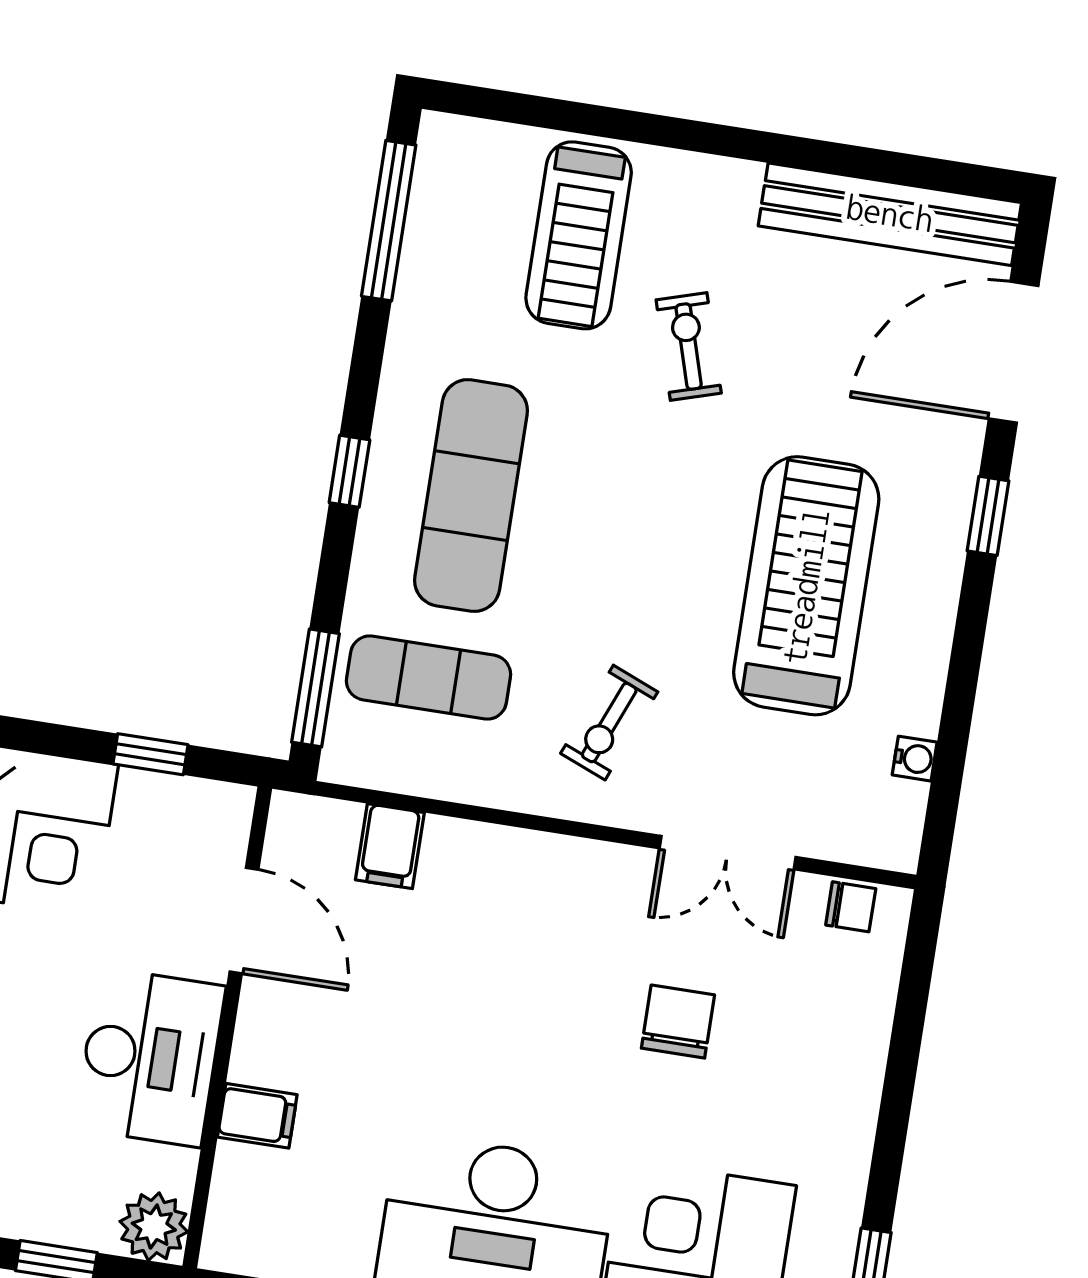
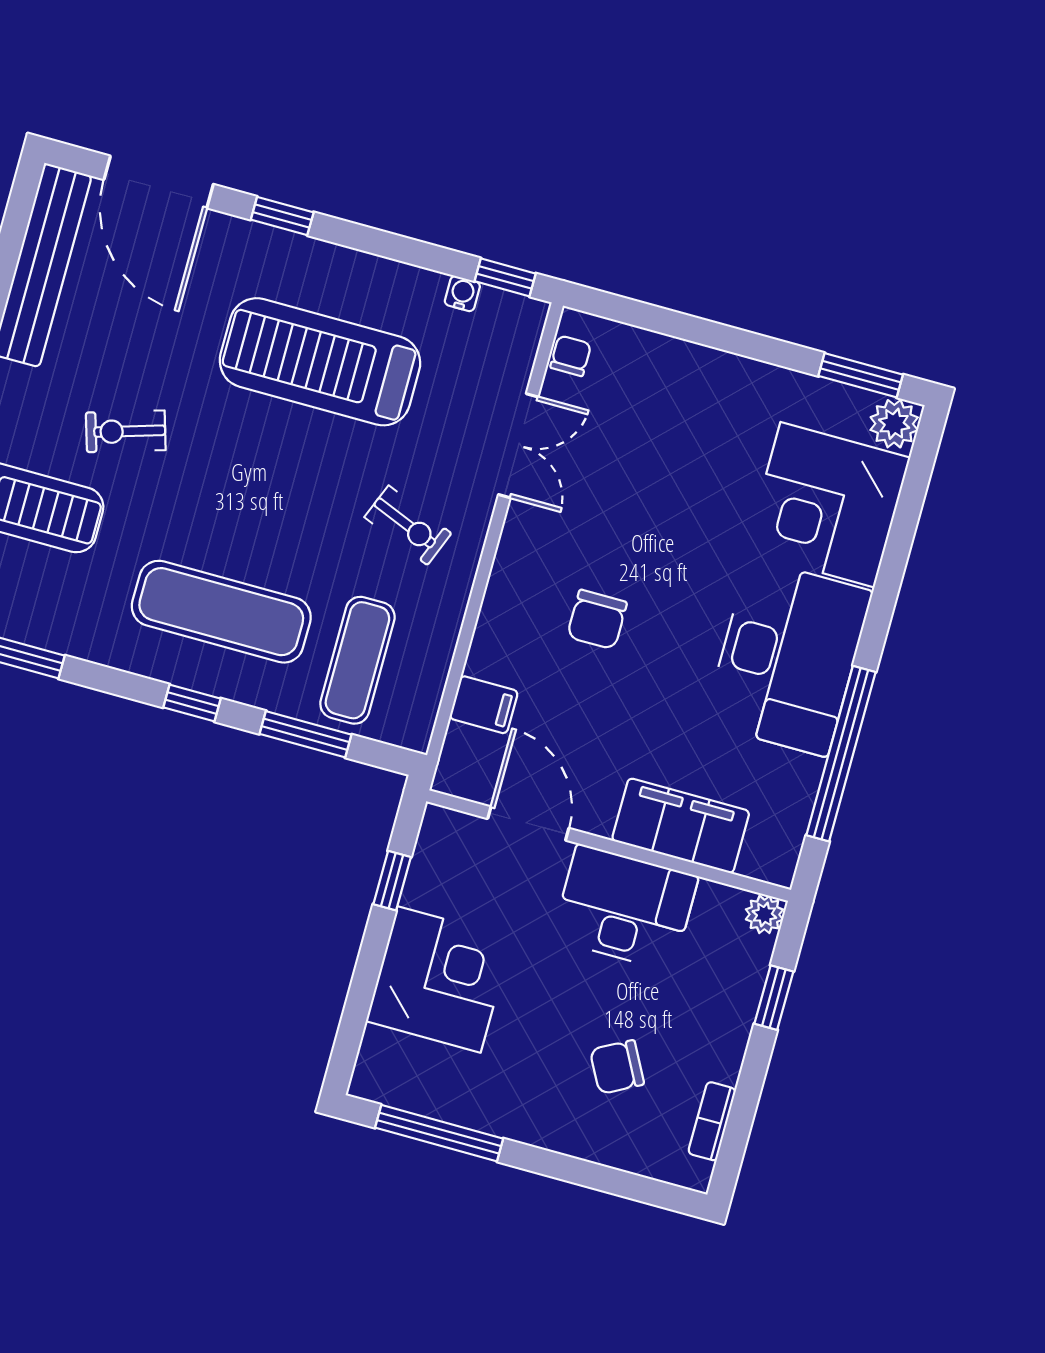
window: (316, 688) -> (306, 734), moved
window: (942, 811) -> (505, 277), added
door: (244, 921) -> (528, 823), hinge flipped
chair: (678, 1022) -> (597, 619), moved, turned -90
filing cabinet: (257, 1116) -> (681, 826), width x3.00, depth x1.17
plant: (154, 1227) -> (764, 914), width x0.73, depth x0.73

